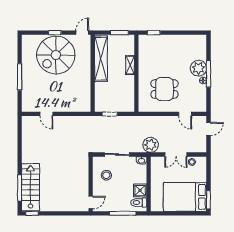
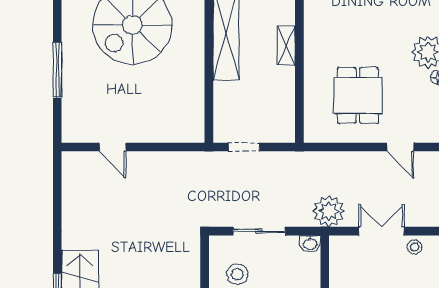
dining table: (165, 89) -> (358, 95), turned 90
double door: (176, 154) -> (381, 231), swing flipped

